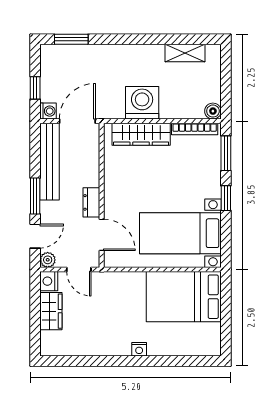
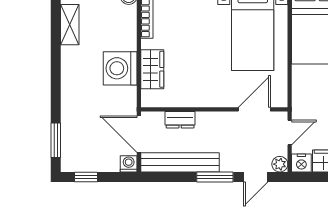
window: (35, 88) -> (86, 177), moved
wardrobe: (141, 134) -> (152, 69), width x0.67
dresser: (91, 202) -> (180, 120), moved
door: (35, 236) -> (256, 177), swing flipped

